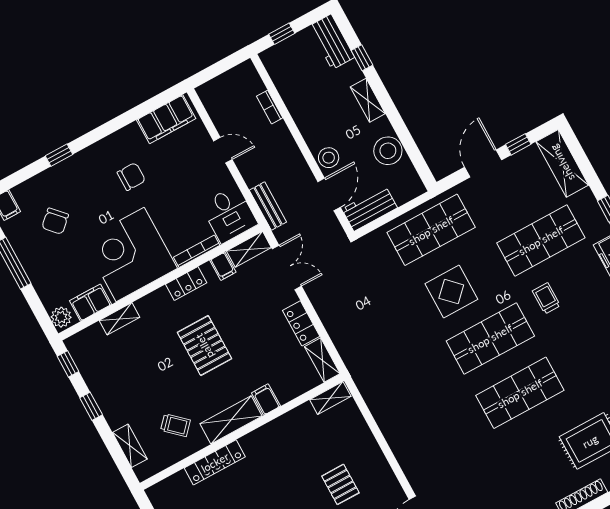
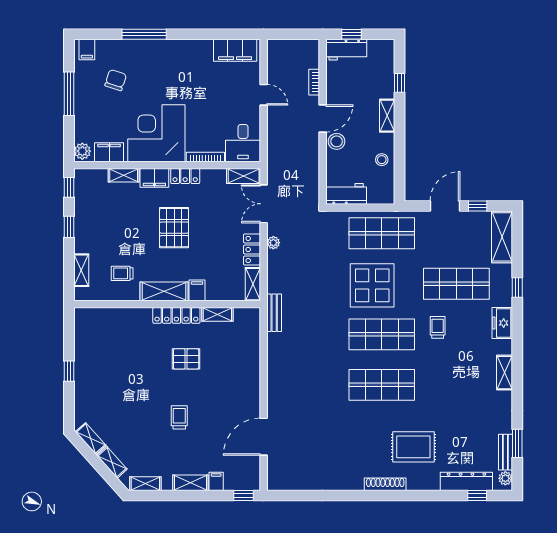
workbench: (332, 42) -> (346, 50), moved, turned -90
stool: (388, 151) -> (382, 160), width x0.53, depth x0.53
window: (59, 155) -> (144, 34), width x2.17
chair: (131, 177) -> (188, 78), removed
door: (329, 194) -> (323, 118), moved
bench: (268, 206) -> (274, 313), moved
chair: (55, 221) -> (116, 80), turned 151
filing cabinet: (223, 266) -> (154, 178), moved, width x2.00
double door: (287, 267) -> (264, 204), swing flipped
display table: (451, 292) -> (372, 285), width x1.36, depth x1.36
plant: (320, 304) -> (273, 243), added
shelving: (330, 398) -> (217, 314), moved
trolley: (175, 425) -> (122, 273), turned 137
locker: (215, 462) -> (176, 315), moved
pallet: (340, 484) -> (186, 359), moved, turned 90

